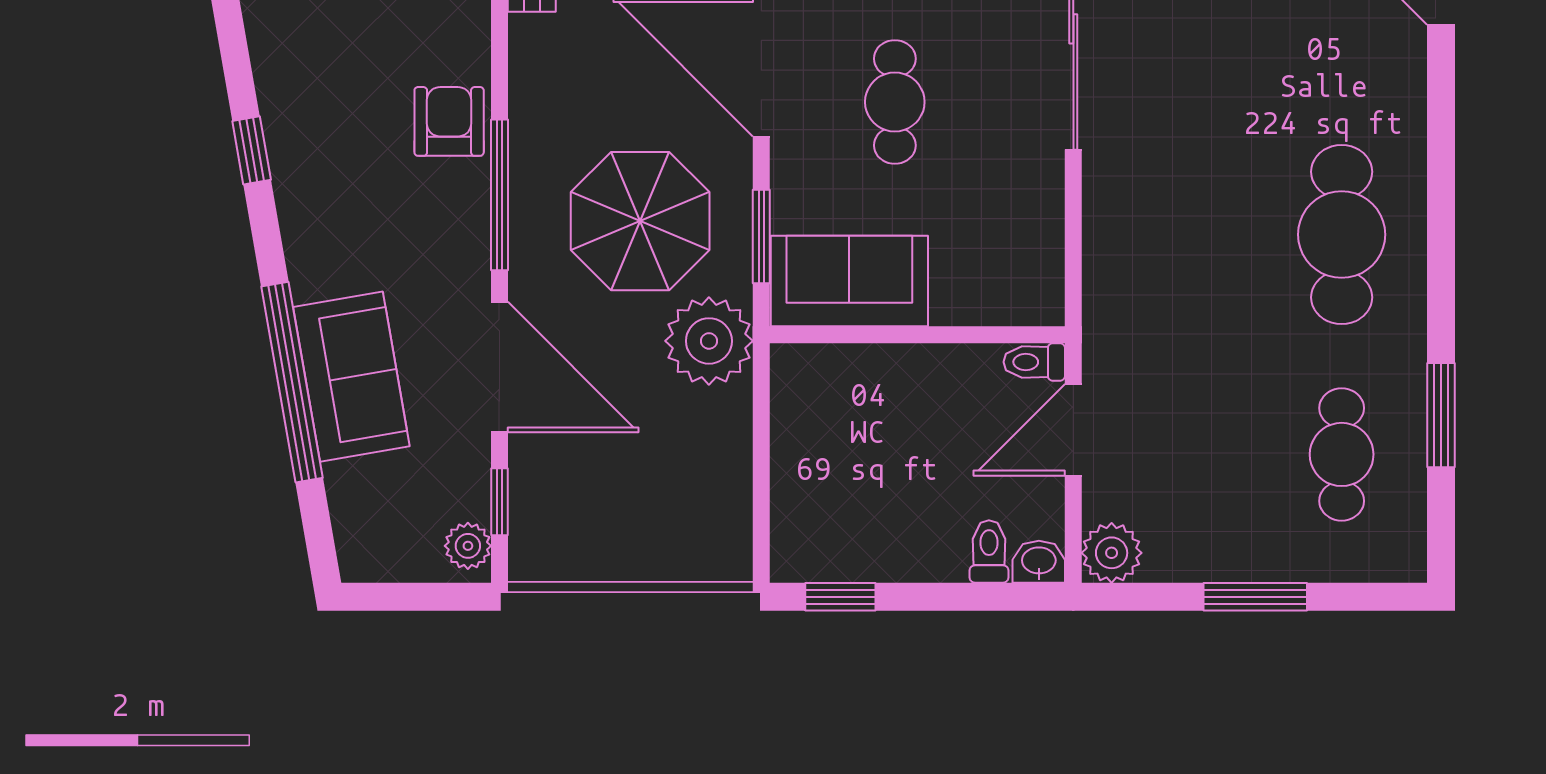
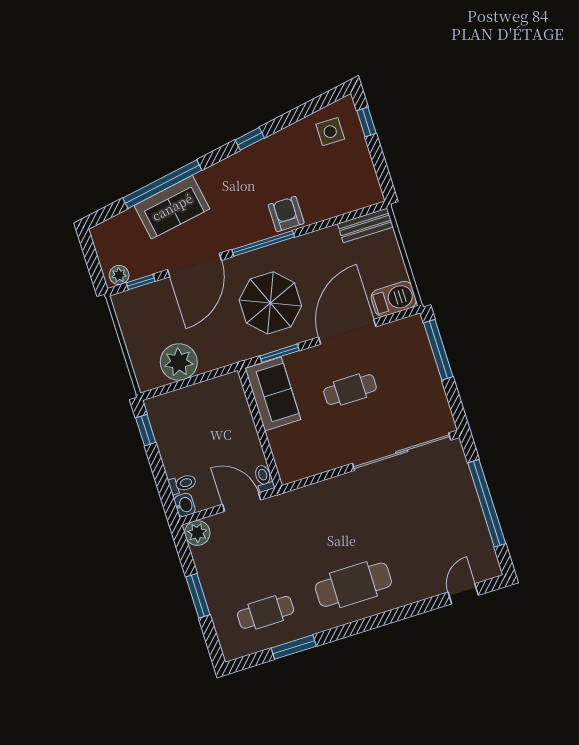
armchair: (449, 121) -> (286, 214), turned -90
plant: (709, 341) -> (179, 362), moved

